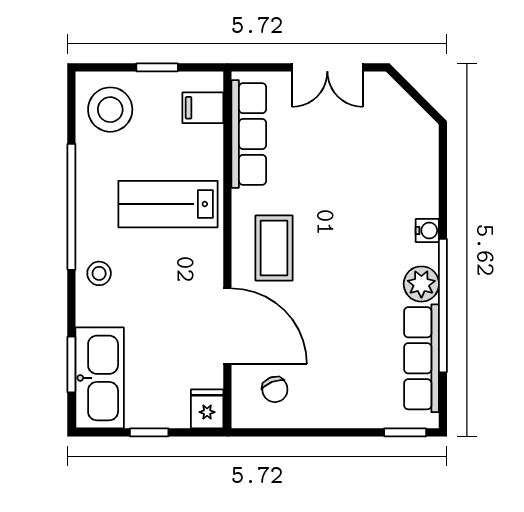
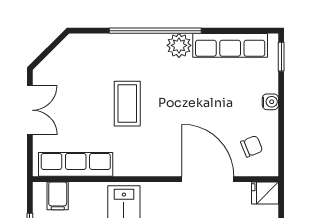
water cooler: (427, 230) -> (270, 102), moved, turned 90
coffee table: (274, 248) -> (127, 104), moved, turned 90
window: (443, 306) -> (155, 31), moved
door: (227, 326) -> (208, 179), hinge flipped

